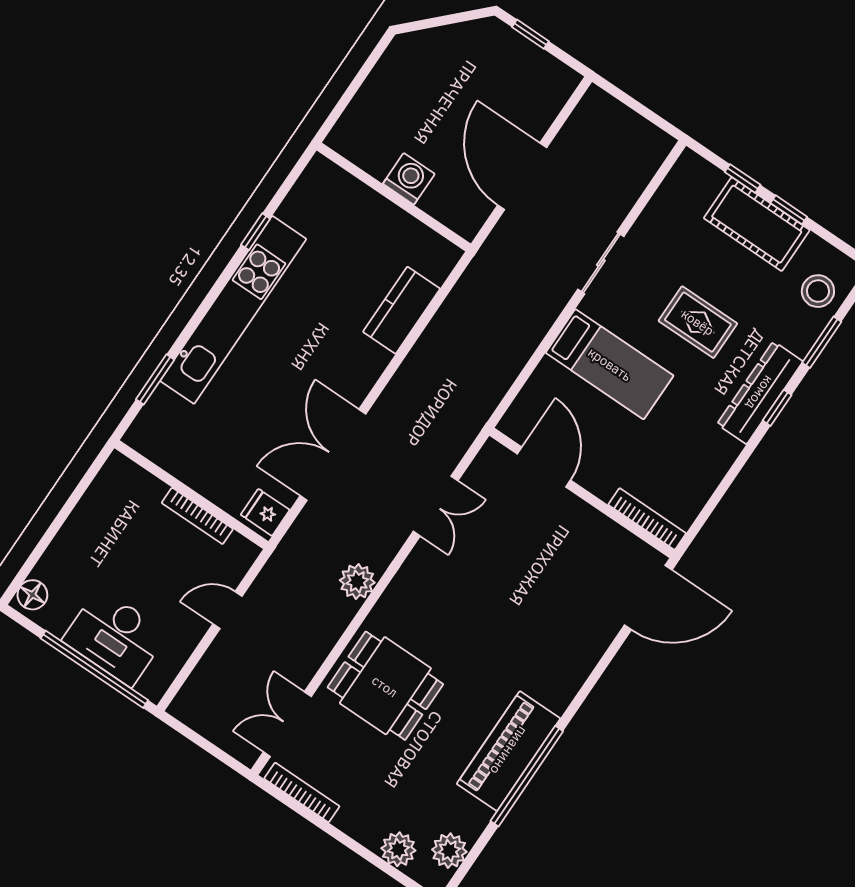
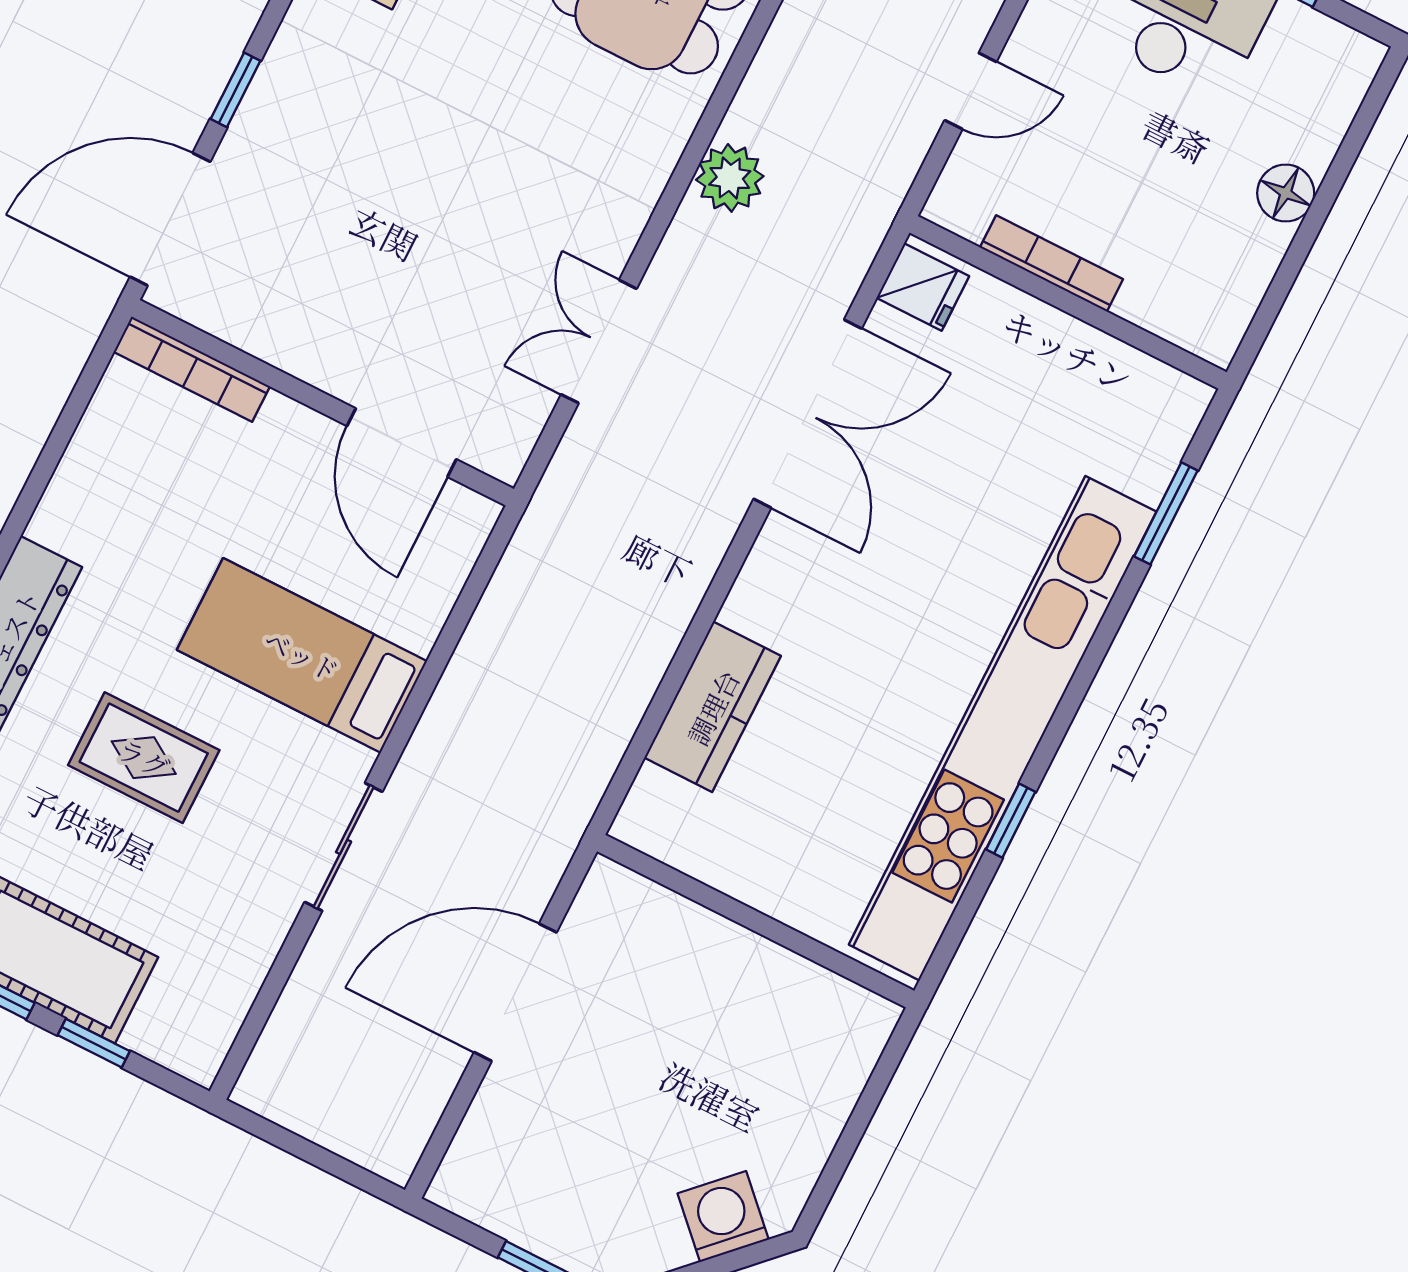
door: (522, 176) -> (515, 992), swing flipped
washing machine: (409, 179) -> (723, 1217), moved, turned 135
kitchen unit: (233, 310) -> (1003, 728), width x1.36
floor lamp: (32, 595) -> (1286, 193), moved
window: (606, 660) -> (236, 90), added

